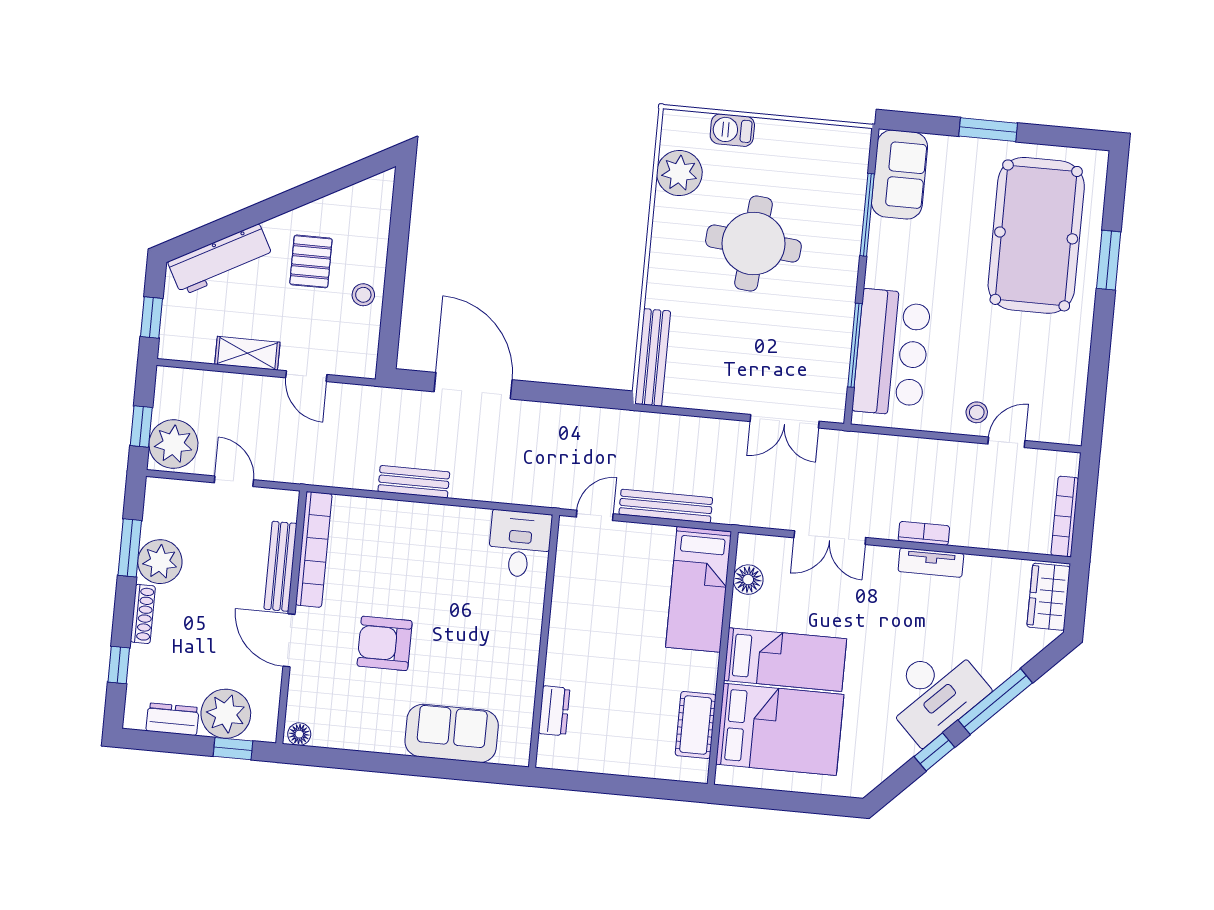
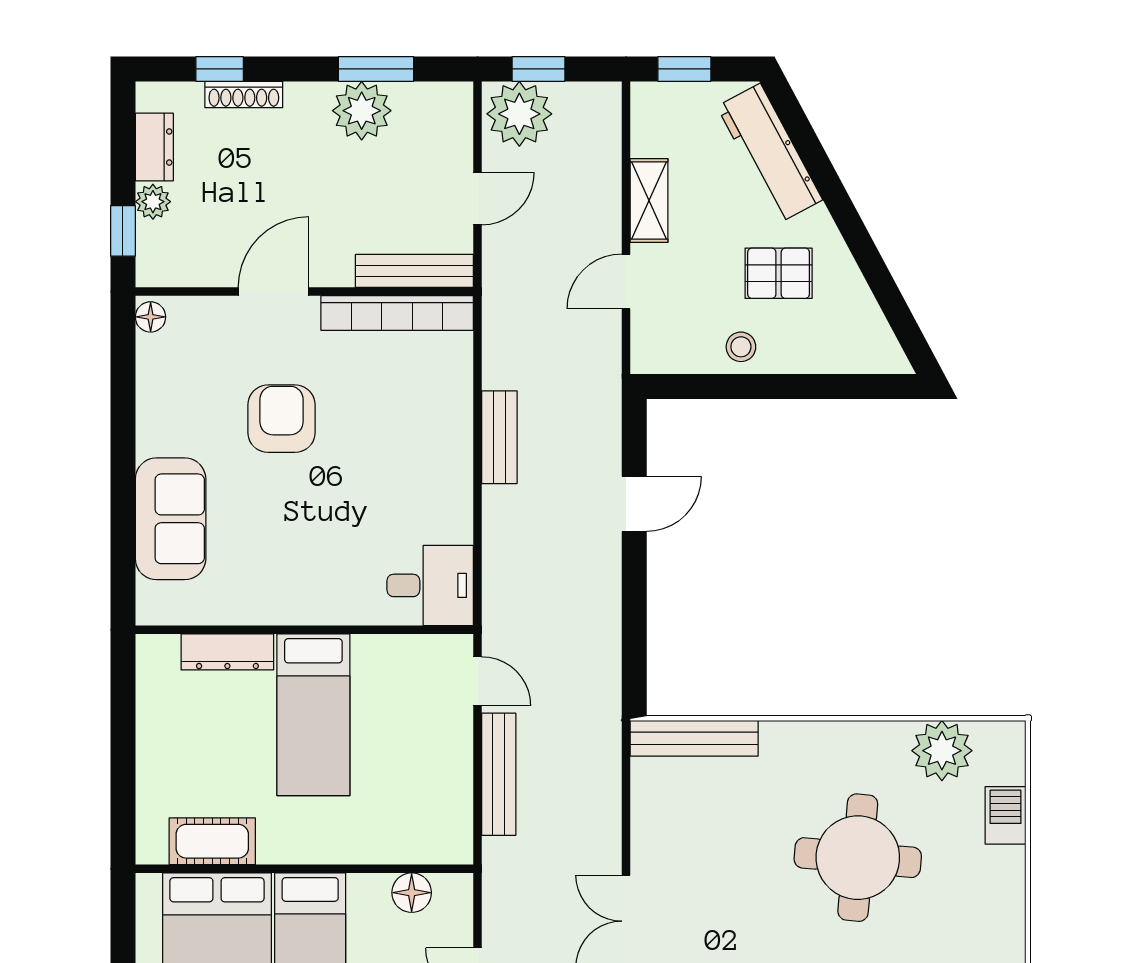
door: (473, 386) -> (634, 504), width x0.53
bench: (280, 566) -> (414, 271), moved
bed: (699, 589) -> (313, 715), moved, turned -90
shoe rack: (143, 614) -> (244, 95), moved
dresser: (554, 711) -> (227, 652), width x1.44
plant: (226, 714) -> (153, 202), width x0.53, depth x0.53

